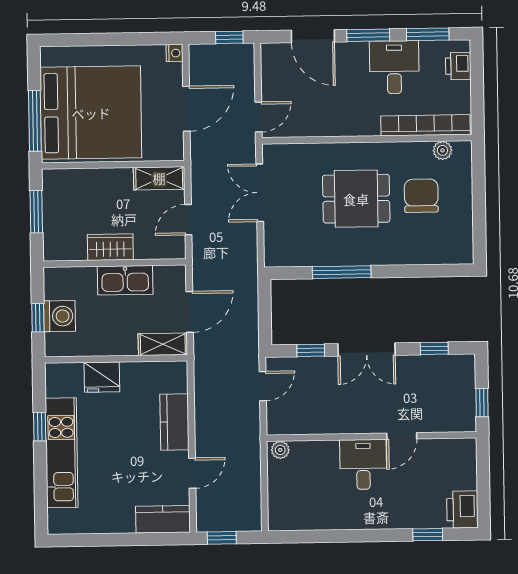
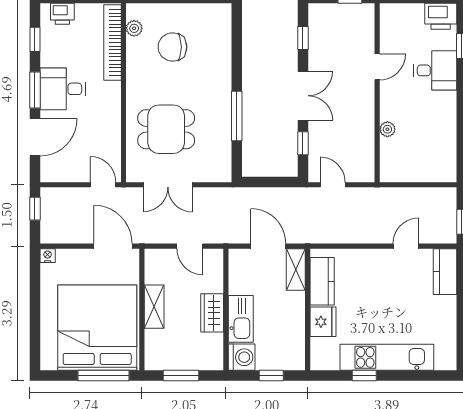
window: (428, 34) -> (35, 39), width x0.67
desk: (394, 67) -> (63, 89), moved
door: (186, 109) -> (113, 246), moved
shelving: (159, 178) -> (154, 307), moved
dining table: (356, 199) -> (166, 129), moved, turned 90
kitchen sink: (125, 280) -> (241, 319), moved
washing machine: (59, 316) -> (242, 357), moved, turned 90
kitchen counter: (174, 422) -> (322, 281), moved, turned -90
door: (402, 436) -> (377, 67), hinge flipped
plant: (280, 450) -> (387, 129), moved
desk: (363, 464) -> (435, 70), moved, turned 180
door: (192, 473) -> (406, 246), hinge flipped

